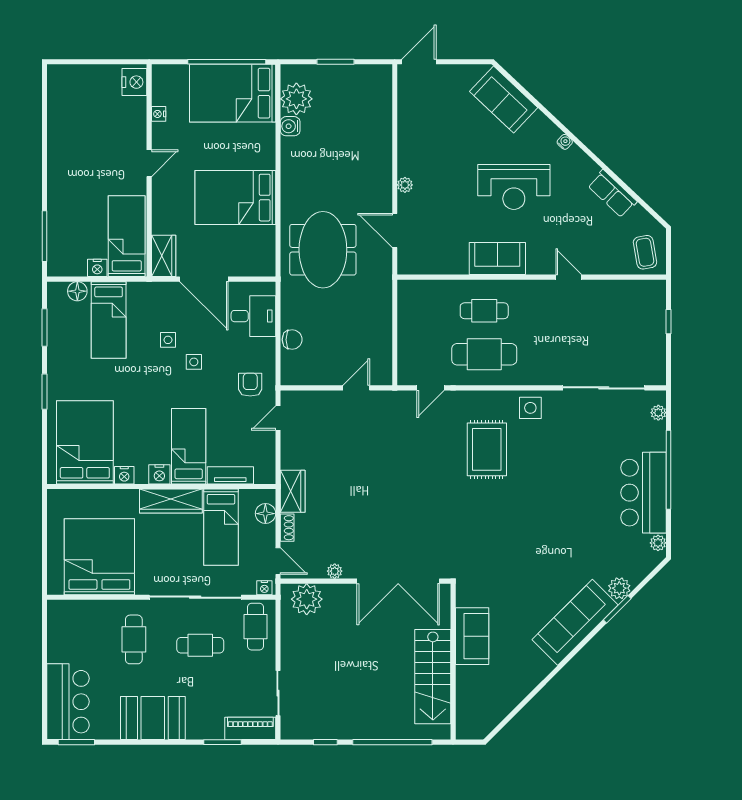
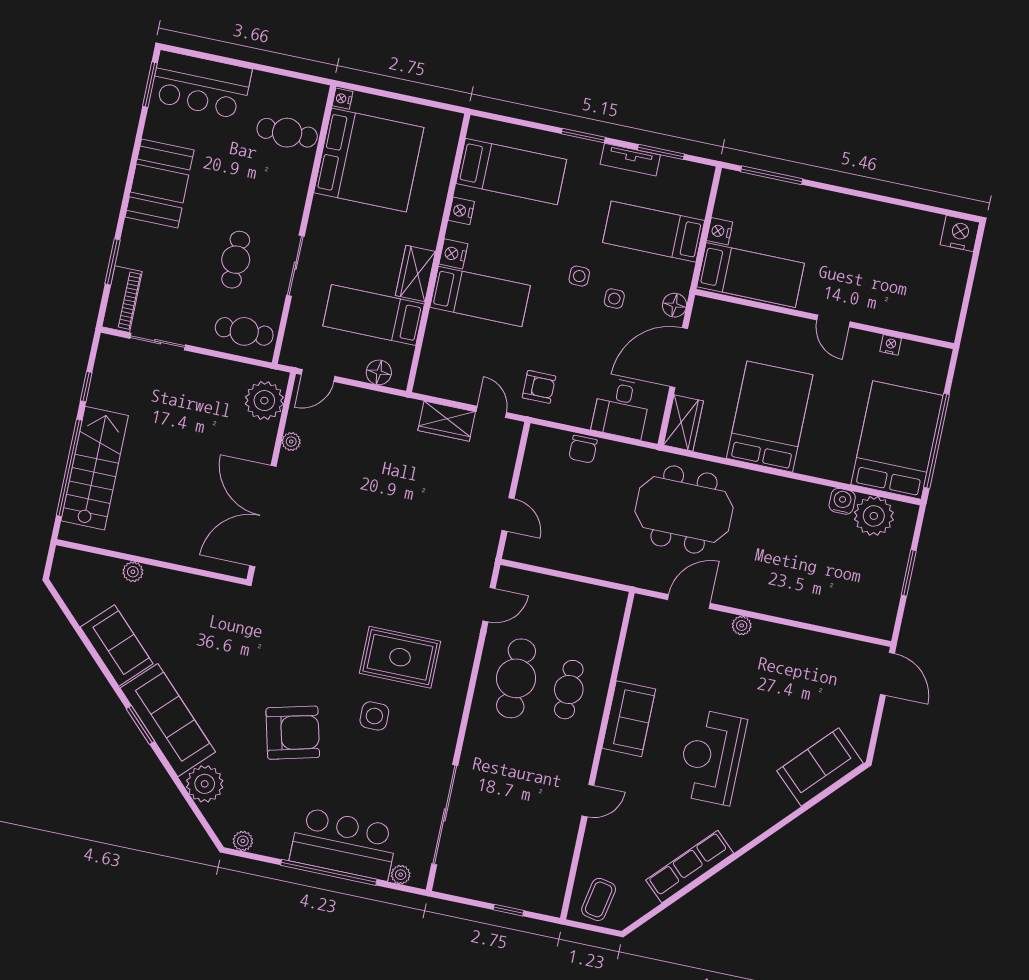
nightstand: (134, 82) -> (960, 234), moved, turned 180
water cooler: (565, 142) -> (753, 830), removed
row of seats: (612, 194) -> (690, 867), width x1.48
coffee table: (645, 252) -> (599, 899), turned -69
wardrobe: (164, 256) -> (683, 423), moved, turned -90
floor lamp: (77, 291) -> (675, 305), moved
side table: (194, 362) -> (579, 276), moved
door: (430, 388) -> (489, 605), swing flipped
side table: (530, 408) -> (374, 716), moved
bed: (85, 442) -> (511, 172), width x0.67
tv unit: (230, 475) -> (630, 160), moved, turned 90
wardrobe: (293, 491) -> (447, 421), moved
bar counter: (644, 493) -> (344, 844), moved
wardrobe: (171, 501) -> (415, 274), width x0.67
armchair: (564, 521) -> (293, 733), added
shoe rack: (287, 528) -> (356, 395), removed
nightstand: (264, 588) -> (342, 99), moved
plant: (619, 588) -> (205, 784), width x1.36, depth x1.36
sliding door: (195, 597) -> (295, 266), width x0.54
window: (617, 609) -> (140, 725), moved
sofa: (472, 636) -> (117, 645), moved, turned -135
cafe table: (134, 639) -> (287, 133), moved
plant: (464, 675) -> (133, 572), added
stairs: (433, 677) -> (95, 468), moved, turned 90

